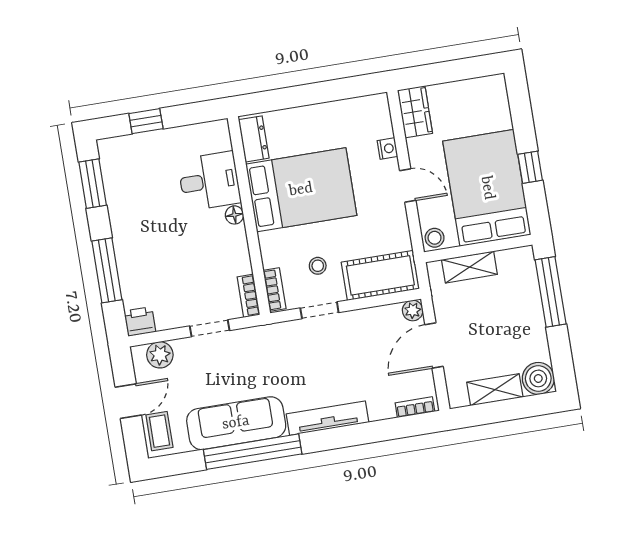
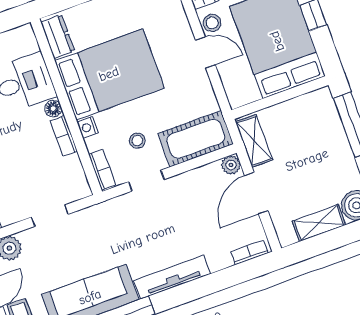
nightstand: (387, 149) -> (88, 127), moved, turned 180
stool: (435, 238) -> (212, 23), moved
shelving: (469, 267) -> (254, 141), moved, turned 90
bookcase: (249, 296) -> (64, 136), moved

